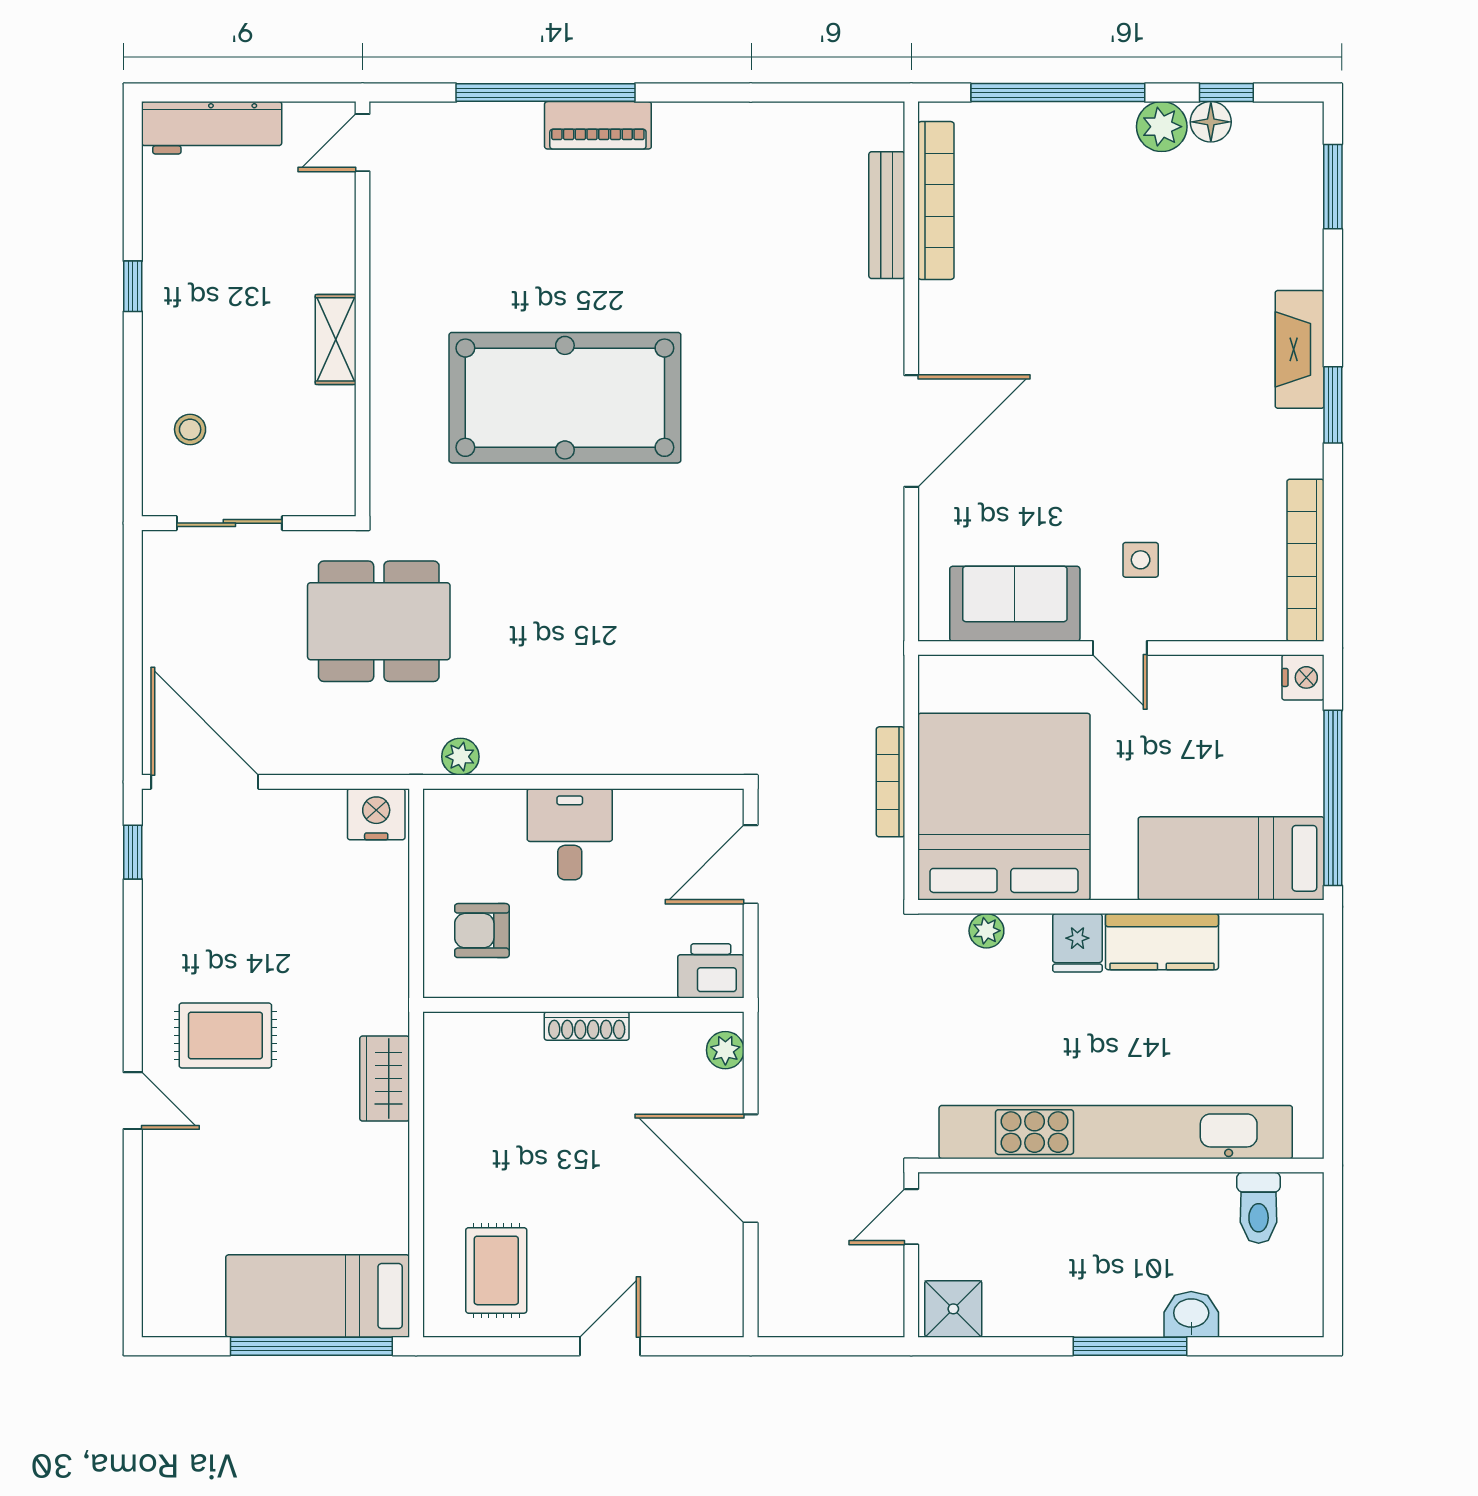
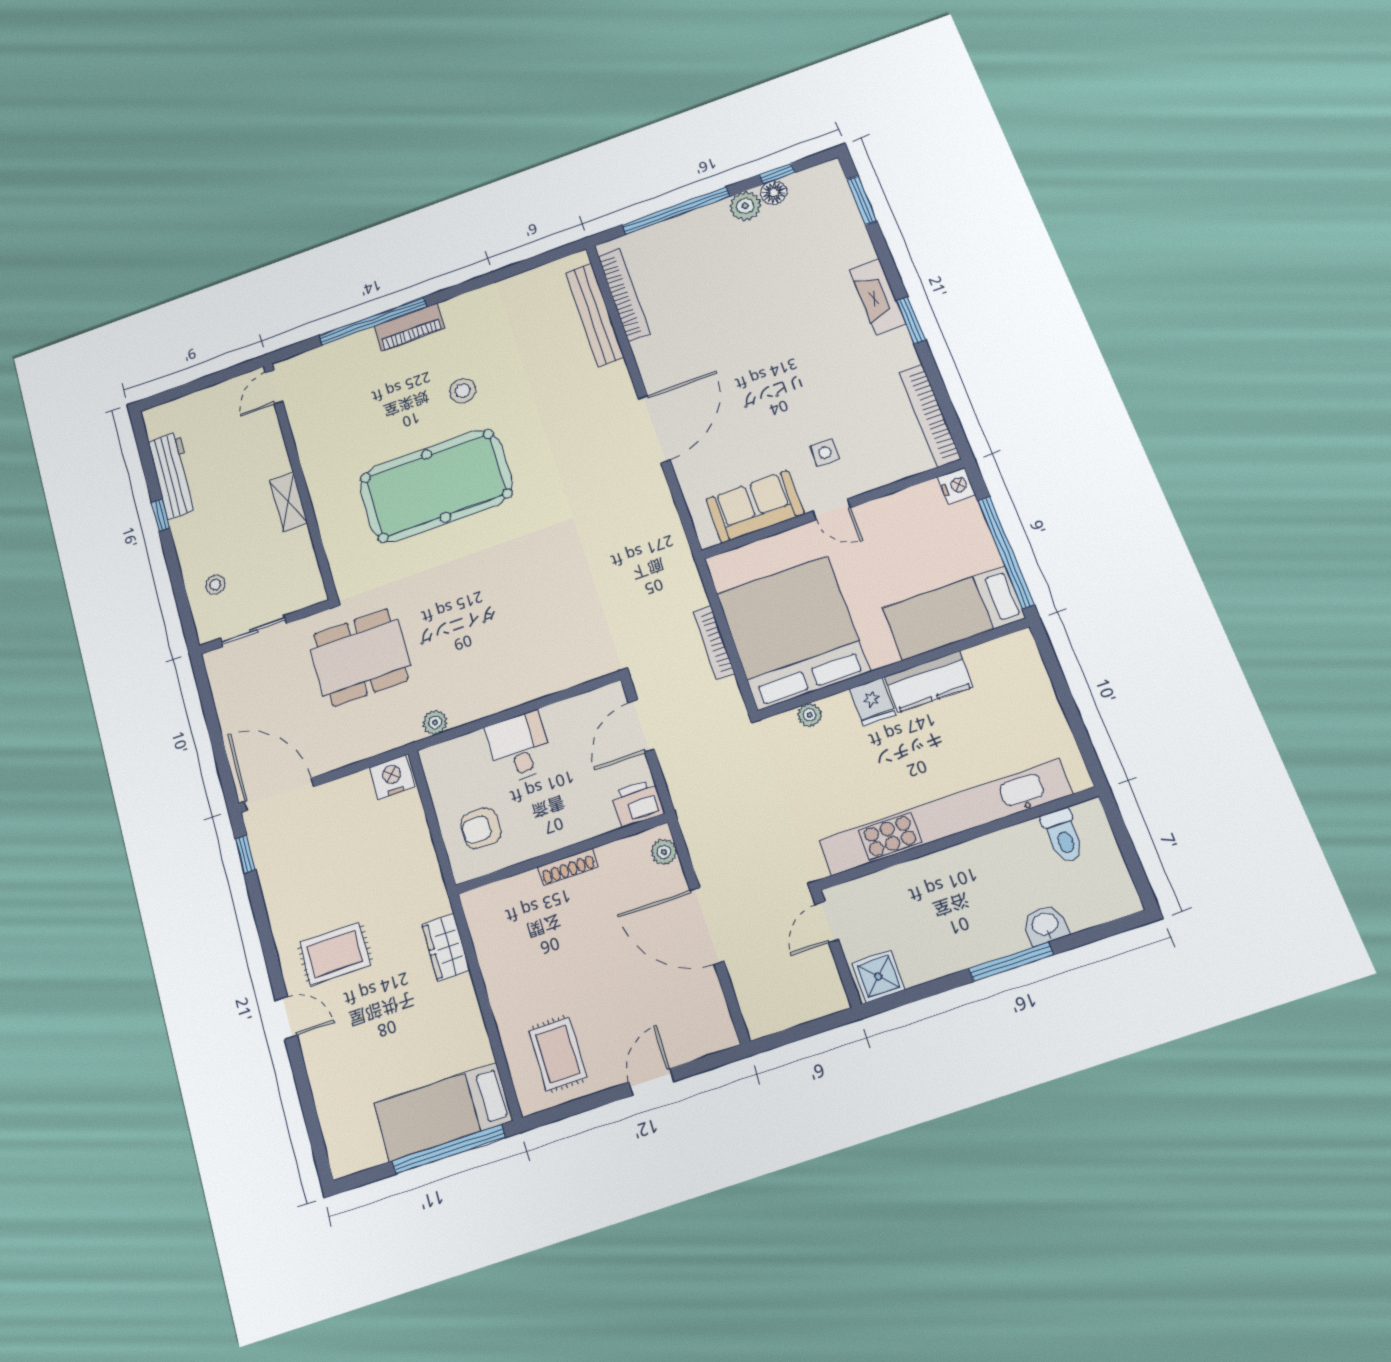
workbench: (212, 128) -> (173, 475), moved, turned -90
bench: (887, 215) -> (595, 315), width x1.37, depth x1.21
stool: (649, 261) -> (463, 391), added

